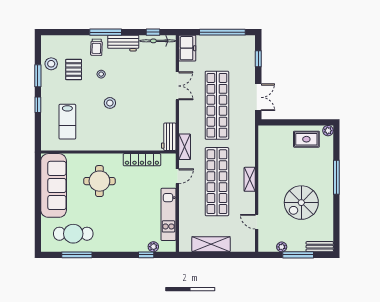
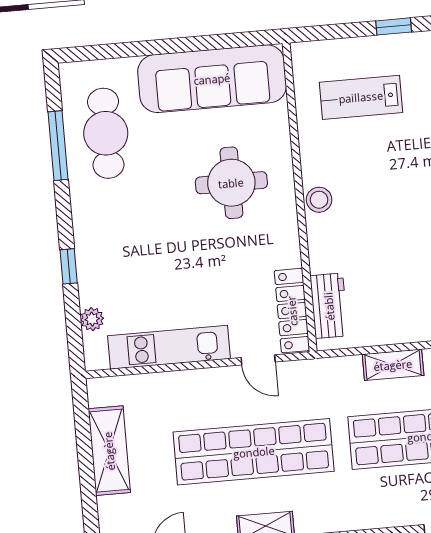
stool: (110, 103) -> (319, 200), moved
workbench: (169, 137) -> (329, 306), moved, turned 90
shelving: (185, 147) -> (393, 365), moved
locker: (142, 160) -> (292, 311), moved
window: (146, 255) -> (69, 266), moved

